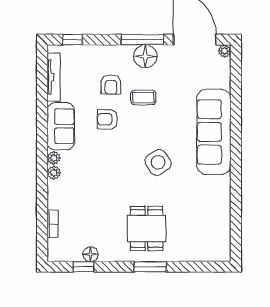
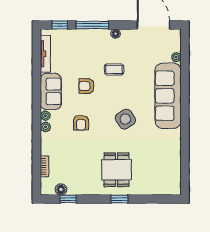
window: (142, 40) -> (92, 25), moved
plant: (224, 51) -> (176, 57), moved
floor lamp: (145, 56) -> (116, 34), width x0.53, depth x0.53
armchair: (111, 85) -> (81, 123), moved
floor lamp: (90, 254) -> (61, 189), moved
window: (150, 267) -> (119, 199), width x0.67

